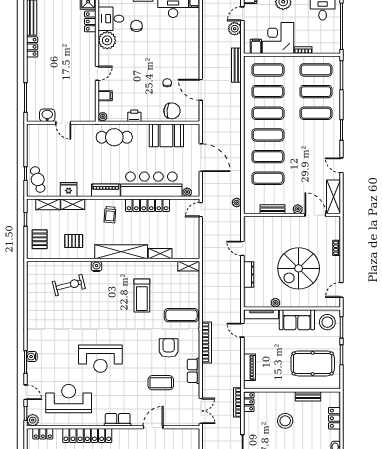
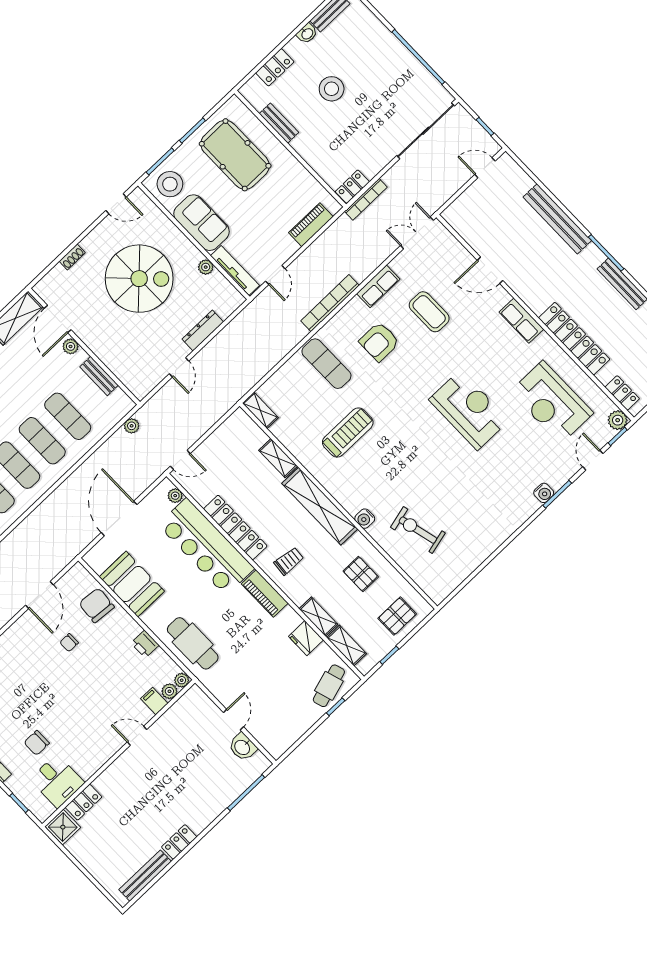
plant: (107, 40) -> (169, 691), moved, width x0.53, depth x0.53
stool: (285, 421) -> (332, 89), moved

